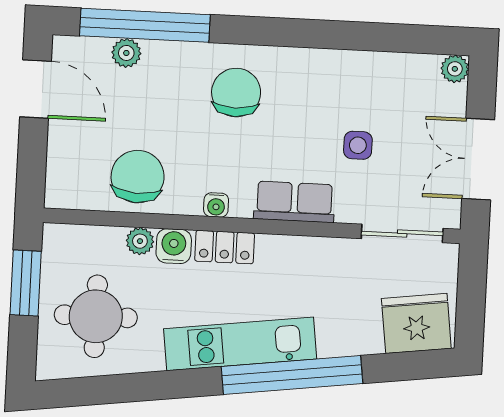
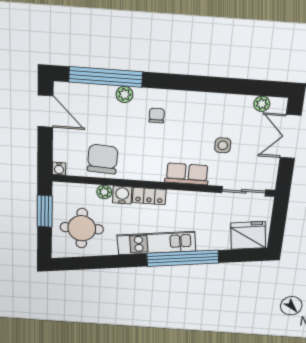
plant: (126, 53) -> (124, 94), moved
plant: (455, 69) -> (262, 104), moved
chair: (236, 93) -> (157, 116), width x0.54, depth x0.54
double door: (478, 159) -> (290, 137), moved
water cooler: (216, 205) -> (59, 169), moved

